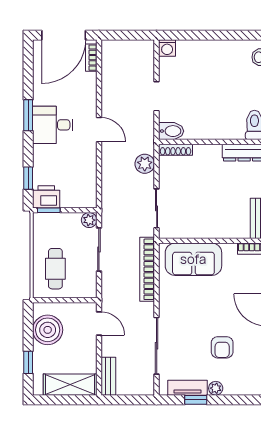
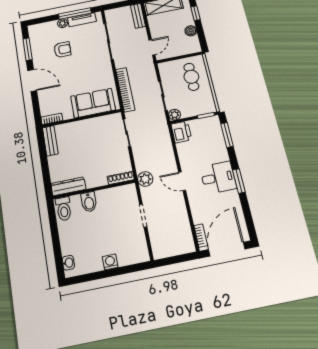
washing machine: (167, 48) -> (110, 262), moved
bidet: (171, 131) -> (89, 202), moved, turned -90
plant: (145, 164) -> (145, 179), moved
window: (28, 178) -> (227, 135), width x1.50
printer: (46, 197) -> (181, 132), moved, turned -90
door: (99, 324) -> (152, 47), swing flipped
boiler: (48, 330) -> (191, 31), width x0.54, depth x0.54
armchair: (222, 347) -> (62, 50), turned 90
window: (196, 400) -> (75, 13), width x2.17

